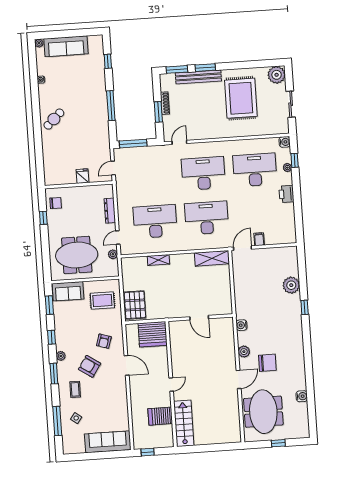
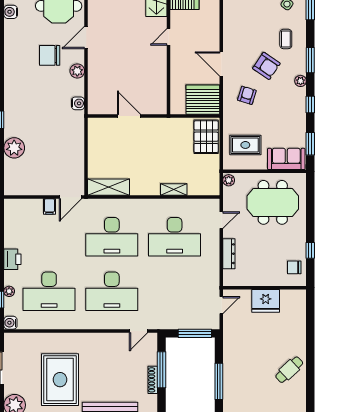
window: (158, 112) -> (162, 370), width x1.44
fridge: (82, 176) -> (266, 301), width x1.88, depth x1.34
plant: (113, 254) -> (229, 180), moved
server rack: (153, 334) -> (203, 100), moved

